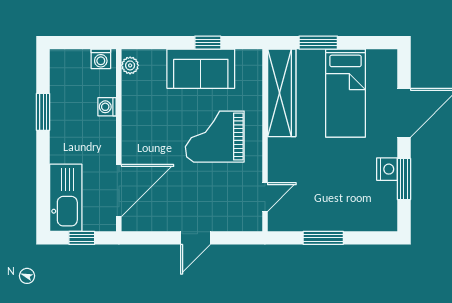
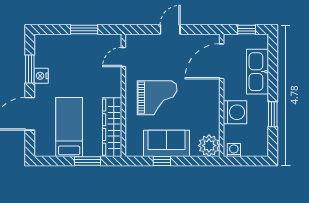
plant: (130, 65) -> (209, 146), width x1.88, depth x1.88
washing machine: (107, 107) -> (235, 112), width x1.89, depth x1.89
kitchen sink: (66, 198) -> (257, 72), moved

